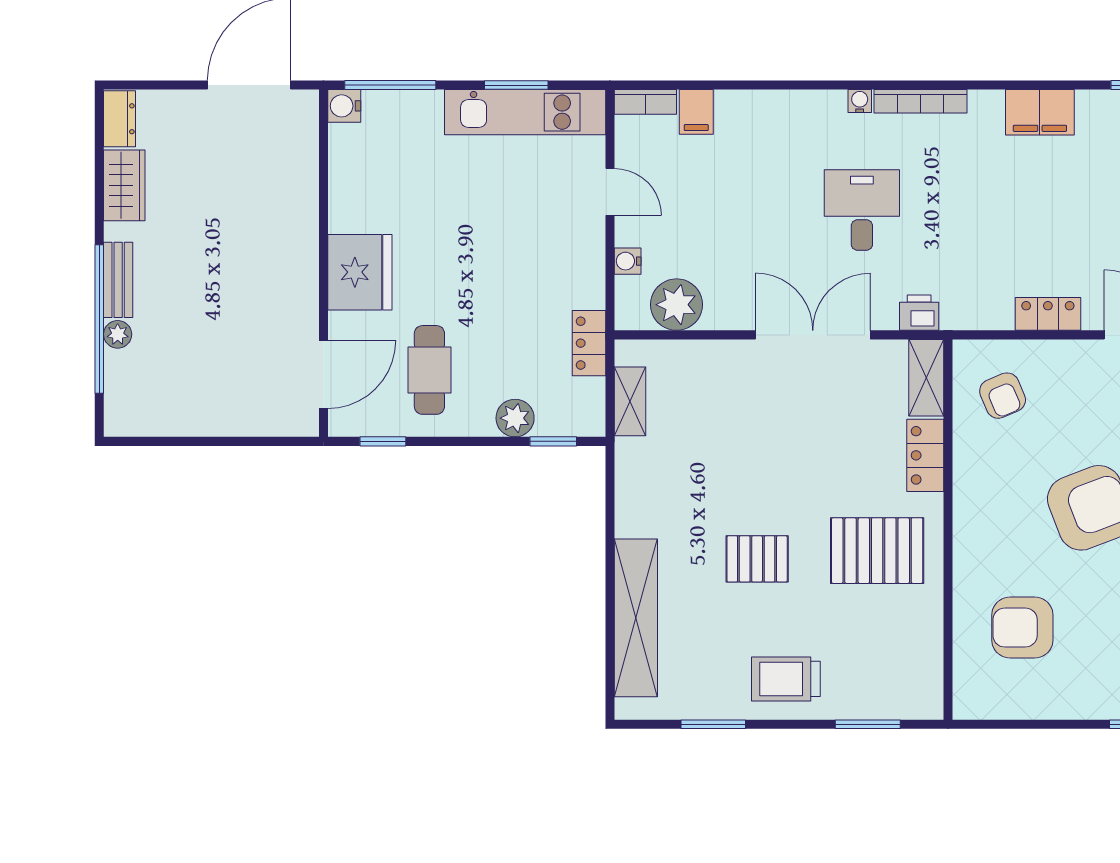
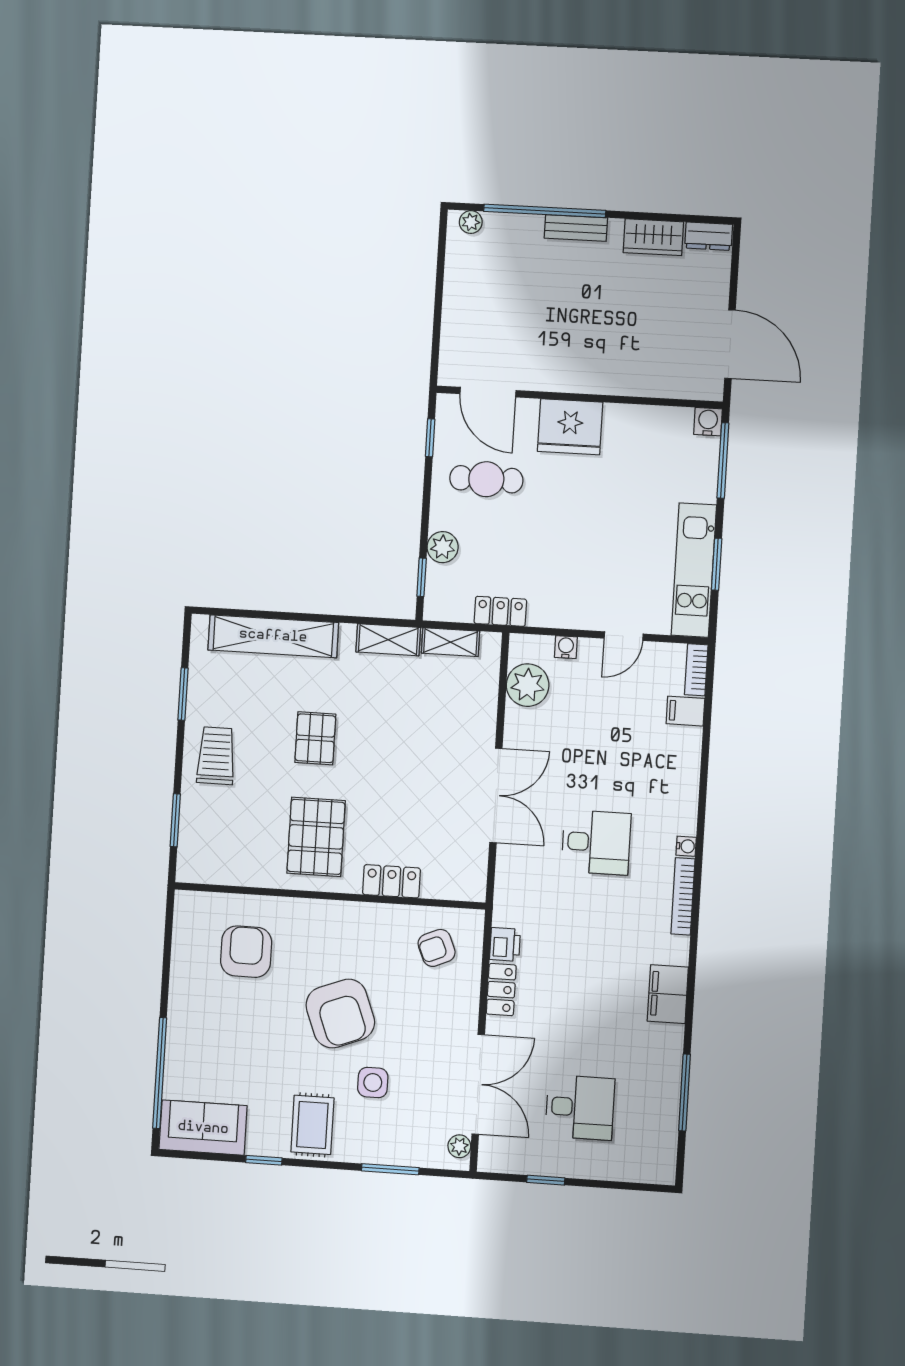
printer: (919, 313) -> (505, 944), moved
plant: (118, 334) -> (471, 222), moved
shelving: (926, 378) -> (388, 640), moved

